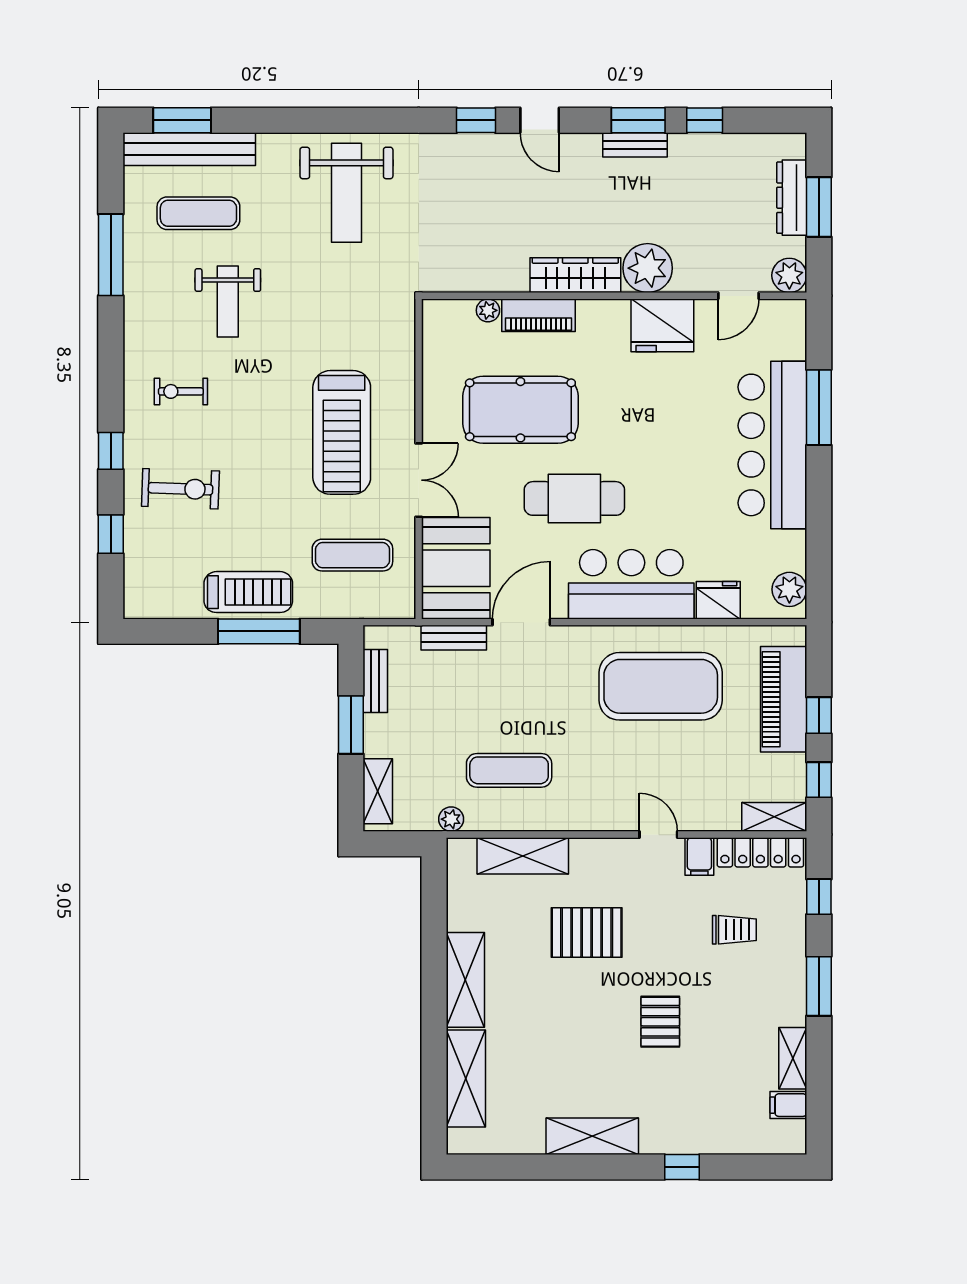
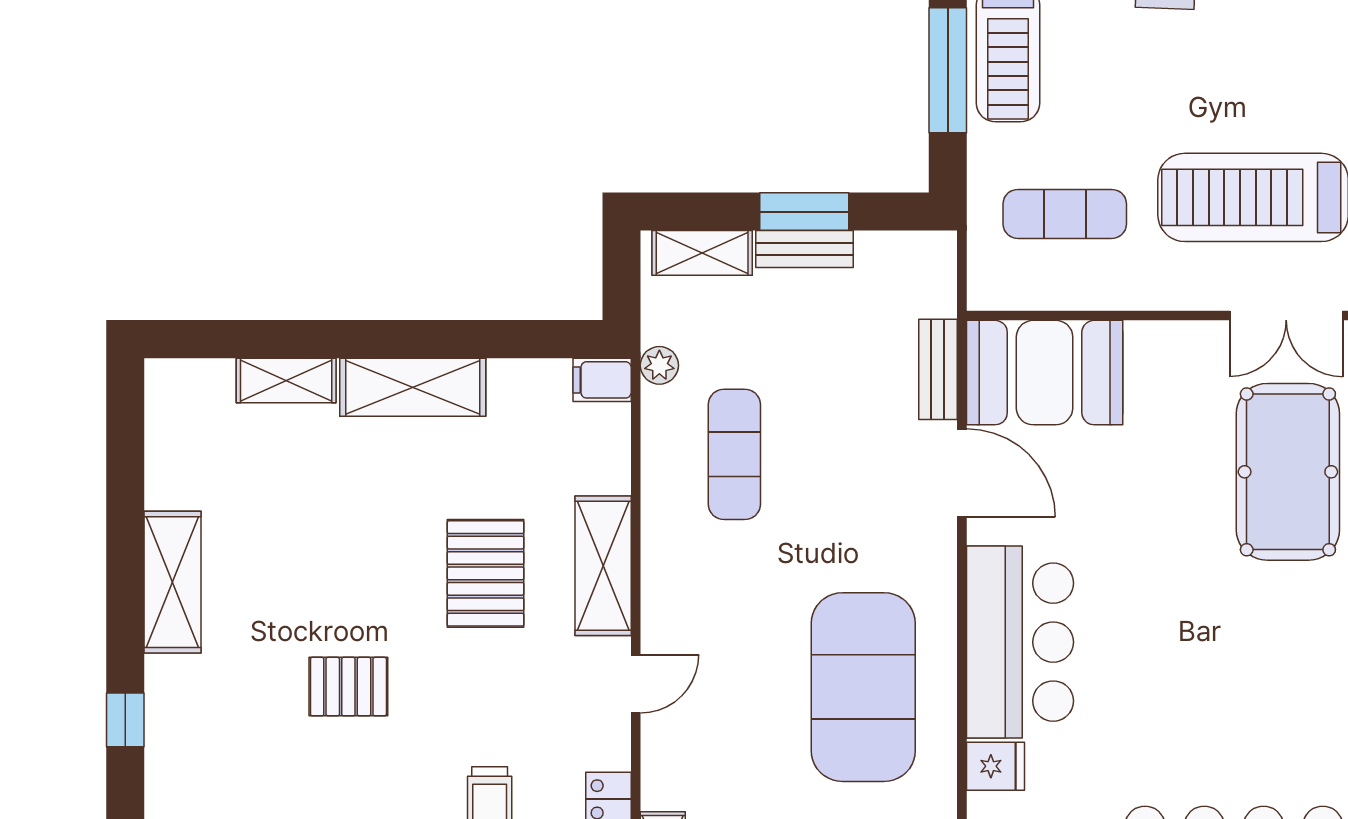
double door: (419, 480) -> (1286, 316), moved
cafe table: (574, 498) -> (1152, 555), removed
exercise mat: (352, 555) -> (1065, 214), turned 90
fridge: (718, 600) -> (995, 766), width x0.72
bench: (375, 681) -> (804, 249), moved
shelving: (523, 856) -> (603, 566), moved
filing cabinet: (699, 857) -> (602, 380), moved
shelving: (466, 1078) -> (286, 380), width x0.67, depth x0.75

